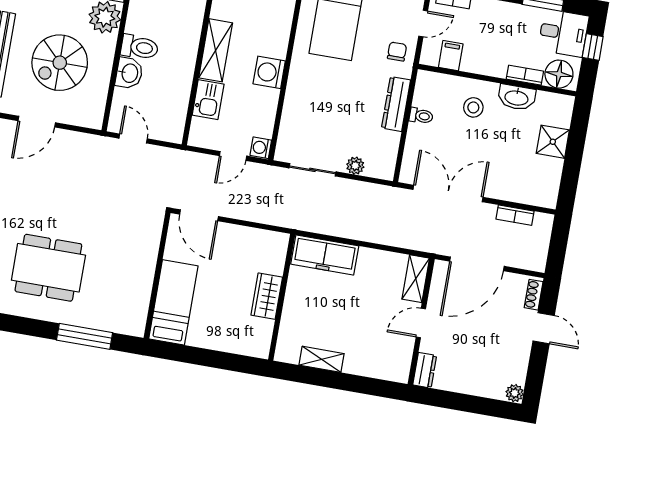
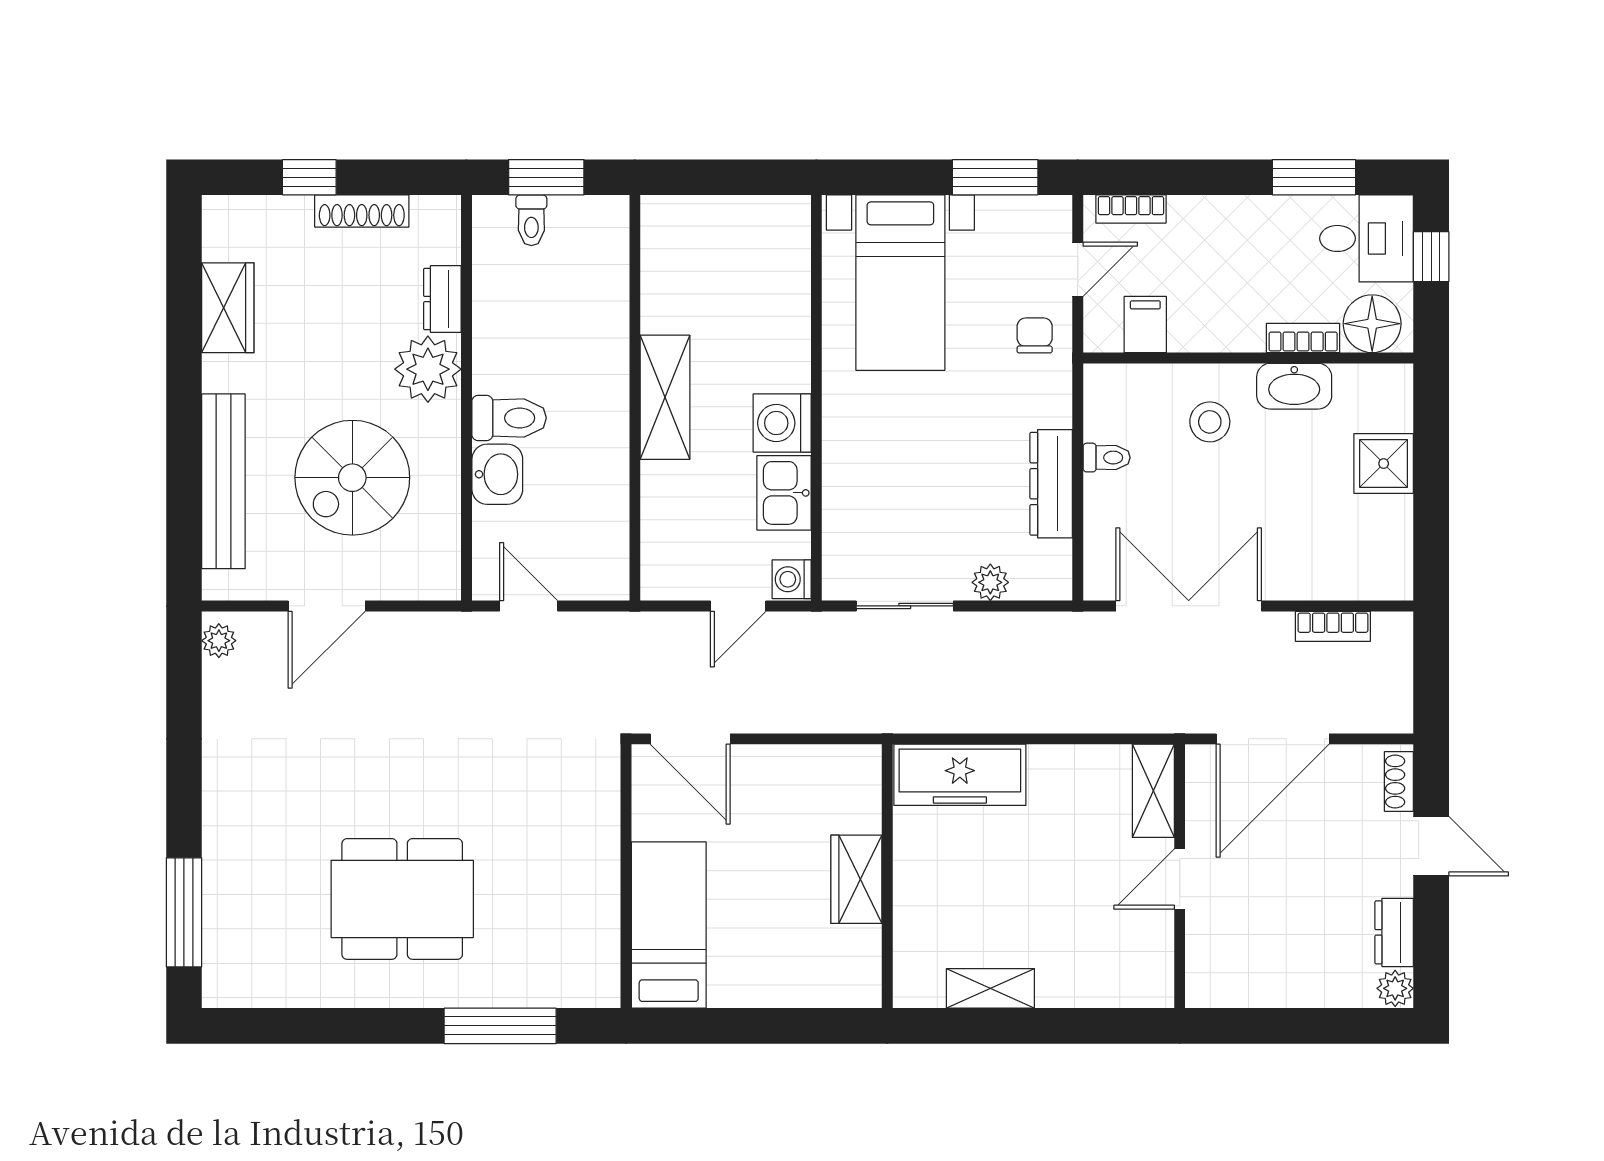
kitchen sink: (208, 100) -> (784, 493), moved, turned 180
dresser: (396, 104) -> (1051, 484), moved
dresser: (425, 370) -> (1394, 932), moved, turned 180

